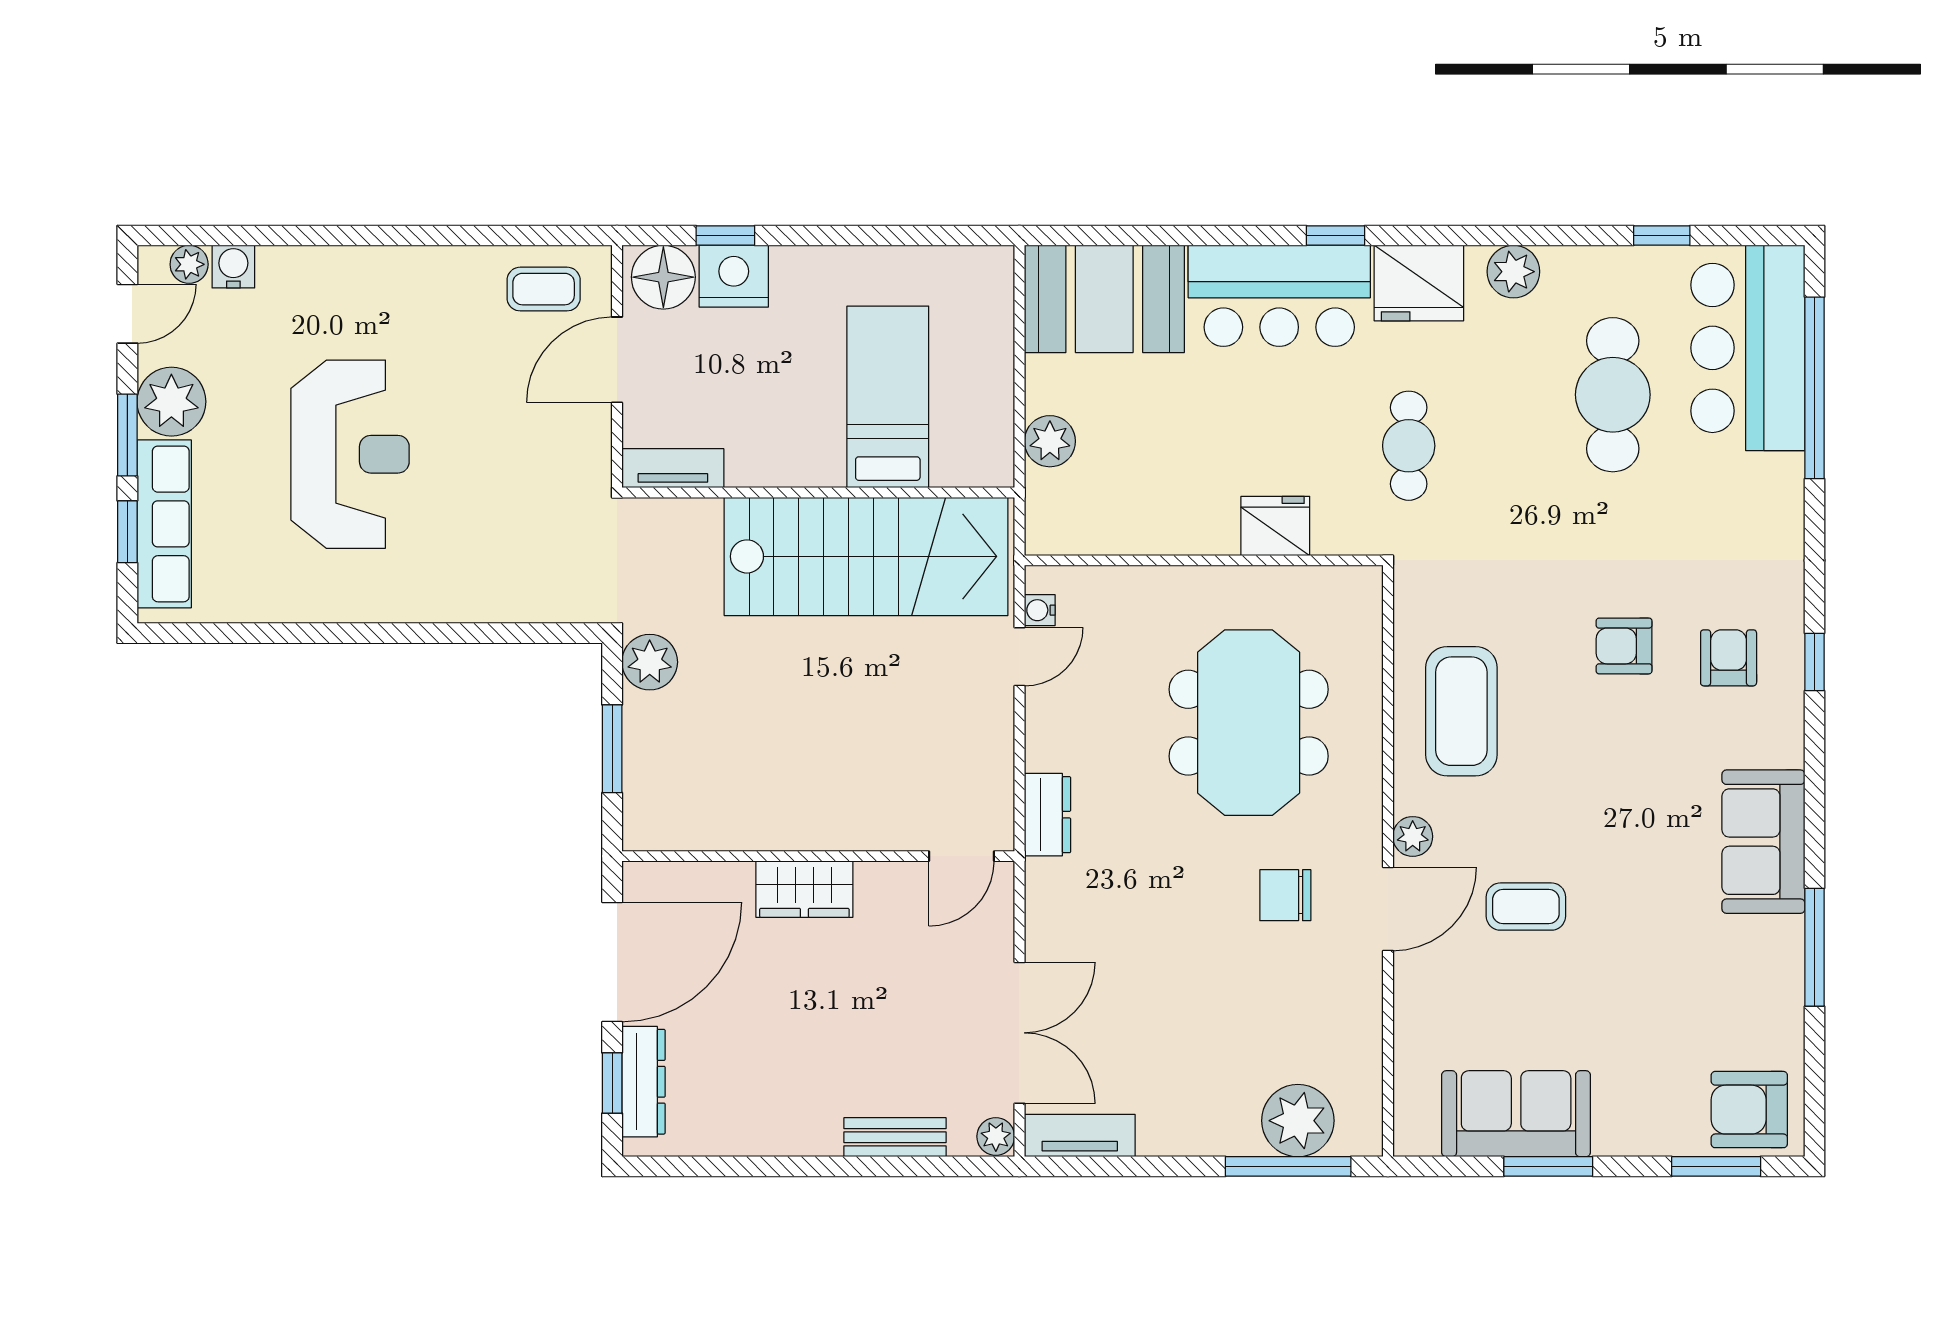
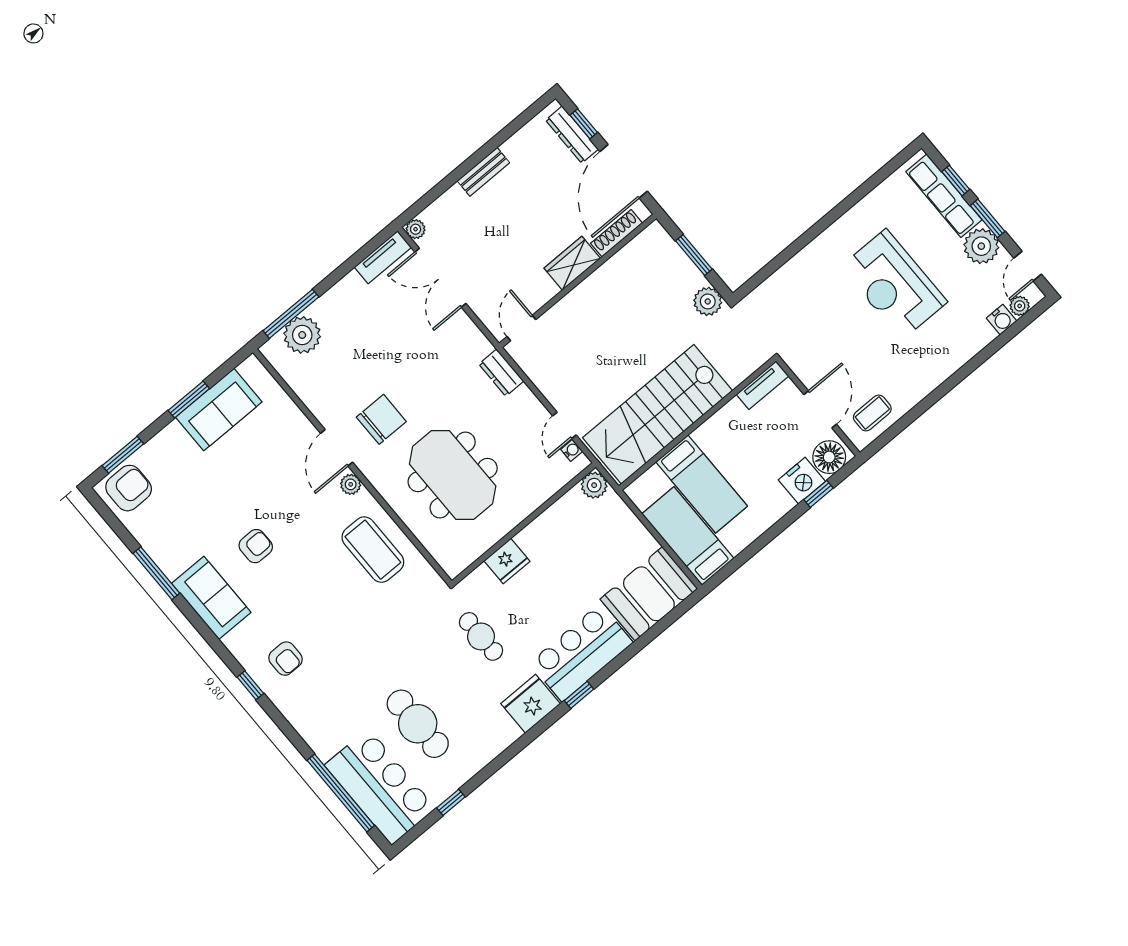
plant: (1513, 272) -> (497, 739), removed
bed: (974, 336) -> (688, 536), added
plant: (1050, 441) -> (594, 485), moved
armchair: (1624, 646) -> (256, 546), moved
shoe rack: (700, 879) -> (617, 233), added
chair: (1285, 895) -> (381, 419), width x1.37, depth x1.37
coffee table: (1526, 907) -> (283, 494), removed
bench: (895, 1137) -> (483, 172), moved

